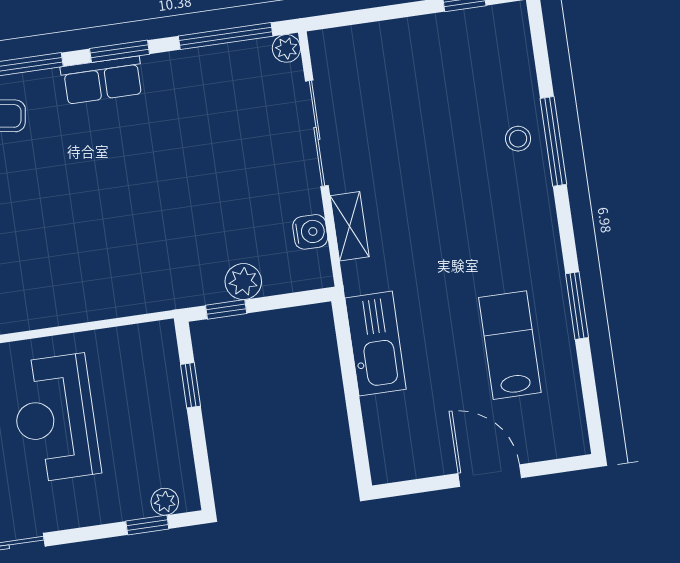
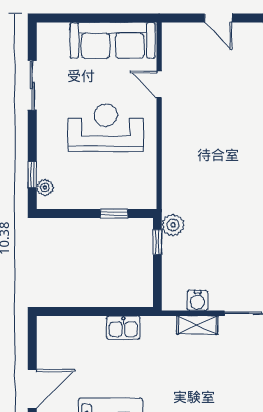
plant: (243, 282) -> (173, 225), moved
kitchen sink: (376, 344) -> (123, 328), width x0.53, depth x0.81

